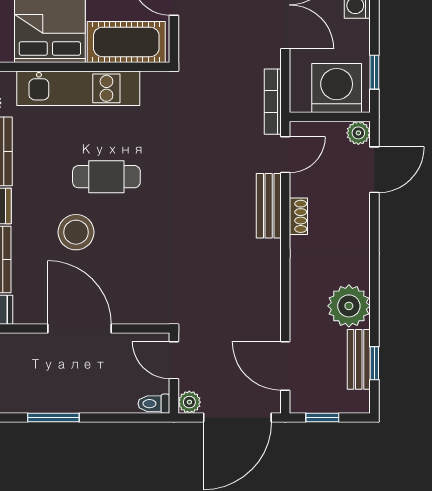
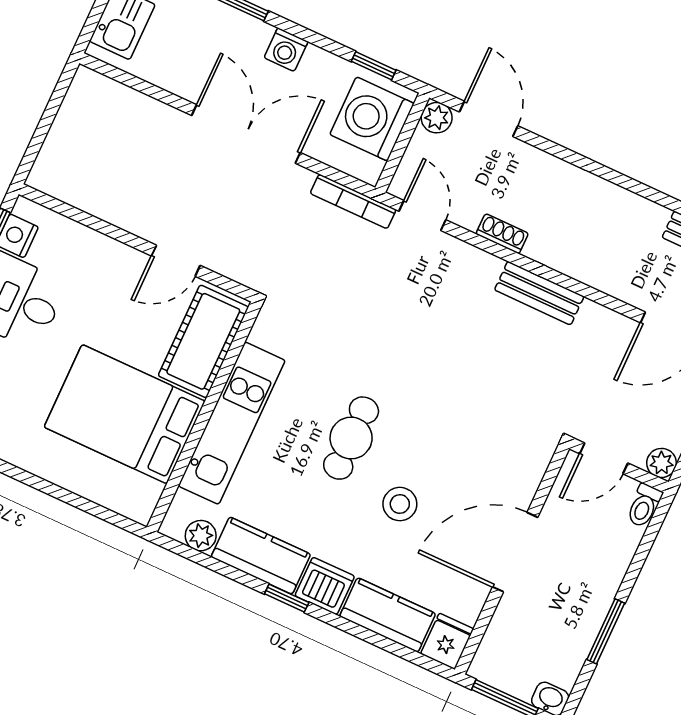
bench: (269, 206) -> (539, 293), moved
stool: (76, 232) -> (400, 504), width x0.73, depth x0.73
plant: (349, 306) -> (635, 223), removed

